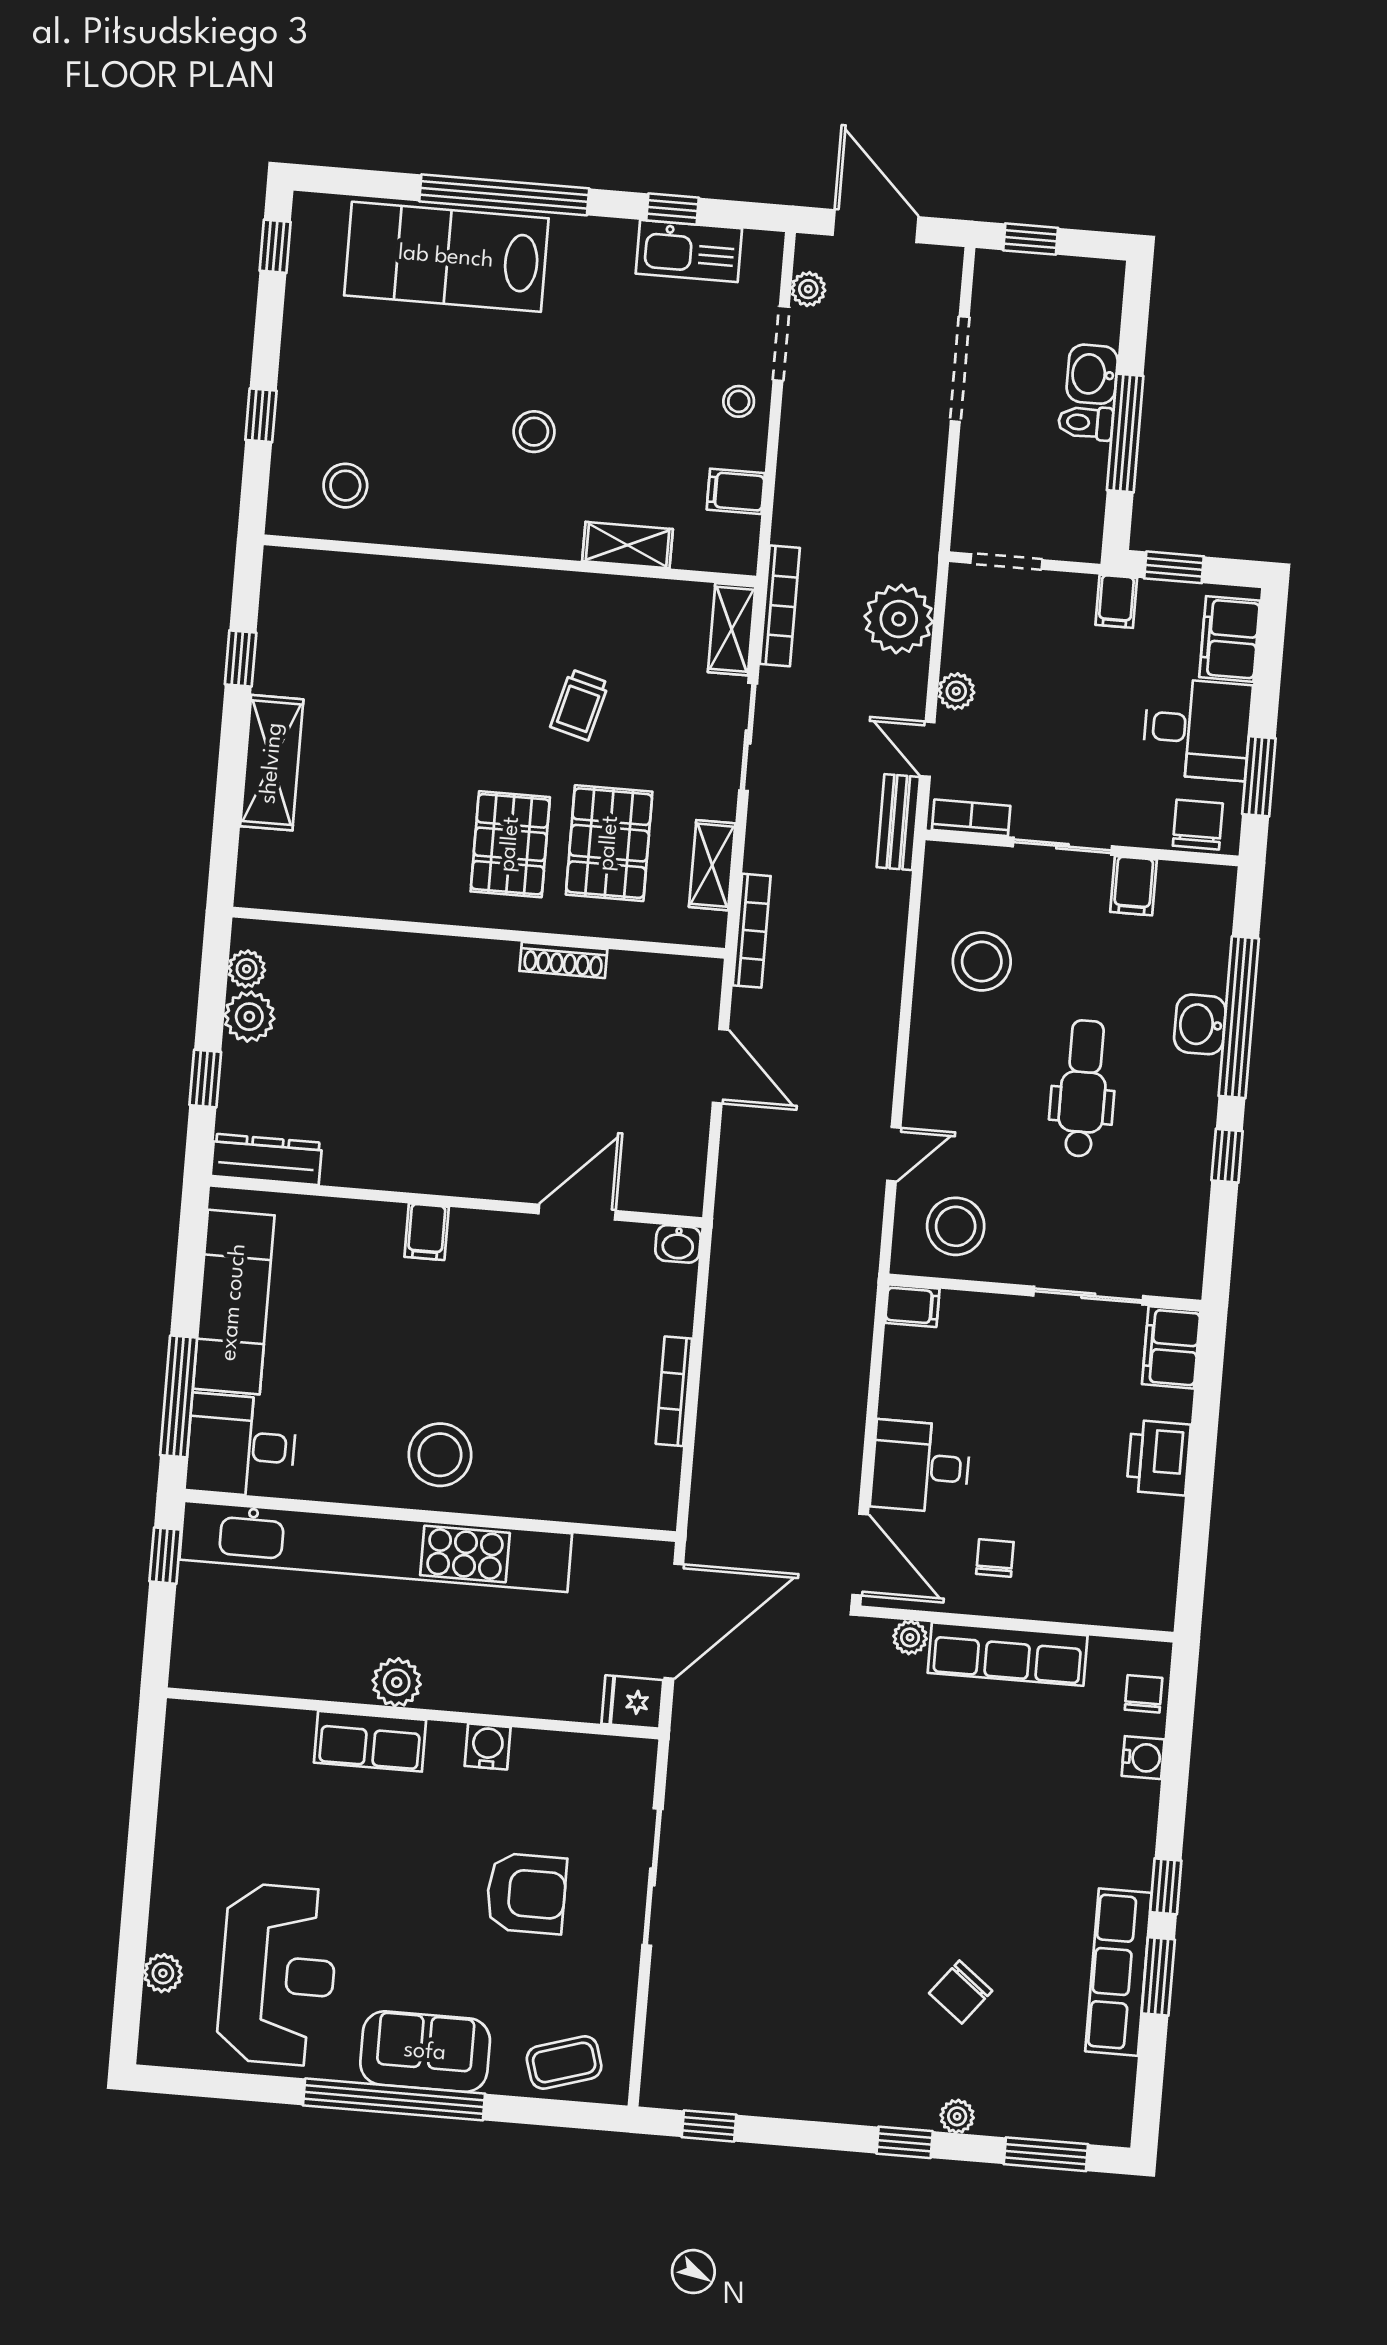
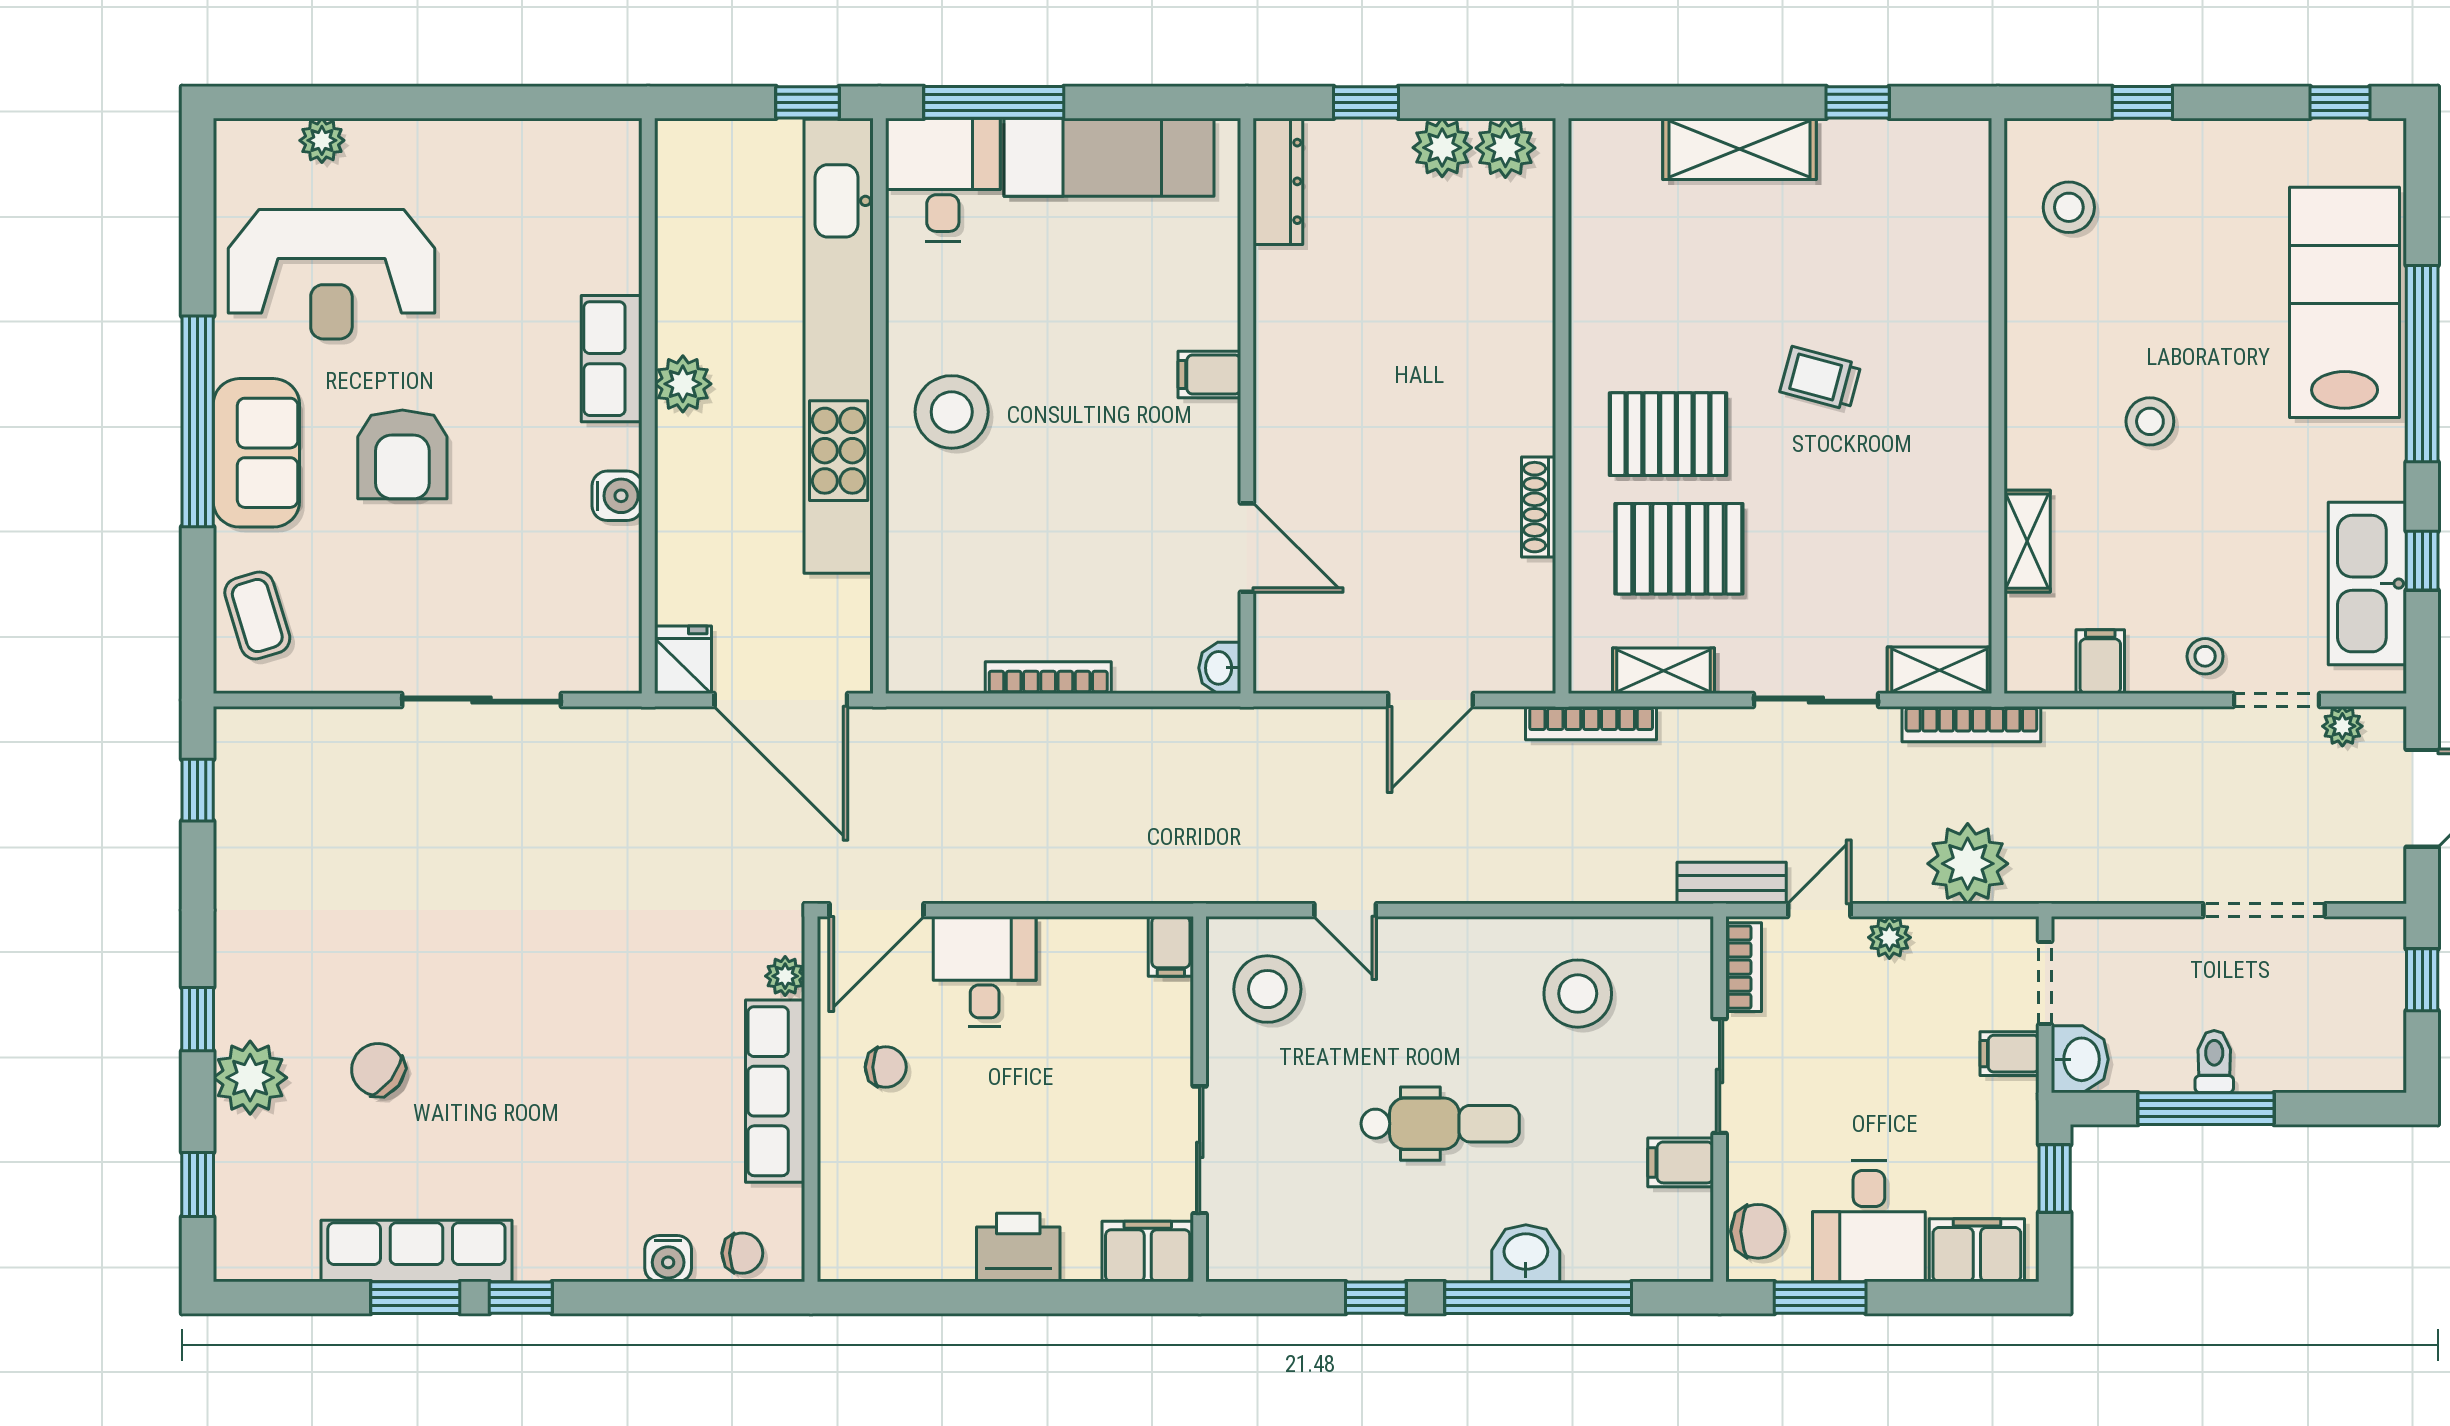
kitchen sink: (689, 251) -> (2367, 584), width x1.36, depth x1.24
washbasin: (1092, 374) -> (2080, 1059), moved, turned 90
filing cabinet: (1116, 601) -> (2010, 1054), moved
trolley: (580, 705) -> (1820, 378), moved
plant: (247, 969) -> (1505, 148), width x1.38, depth x1.38
armchair: (526, 1893) -> (402, 454), moved
plant: (957, 2116) -> (250, 1078), width x1.88, depth x1.88
window: (1046, 2154) -> (198, 1185), width x0.67

